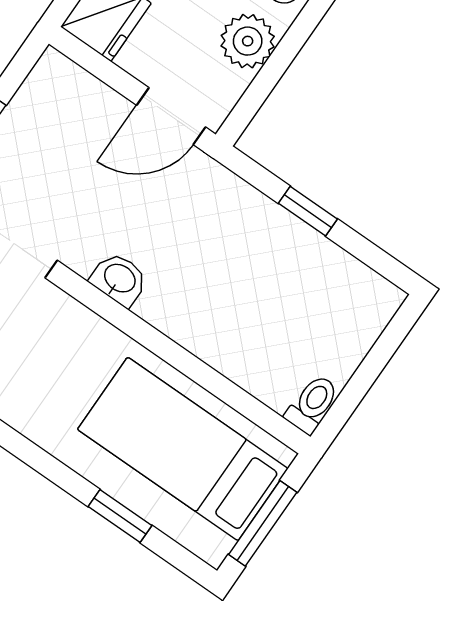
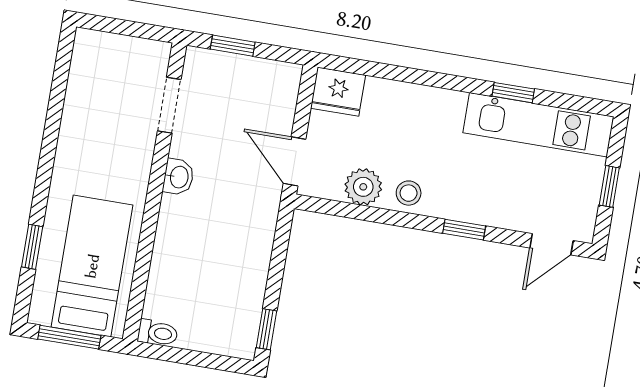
window: (308, 211) -> (266, 329), moved

